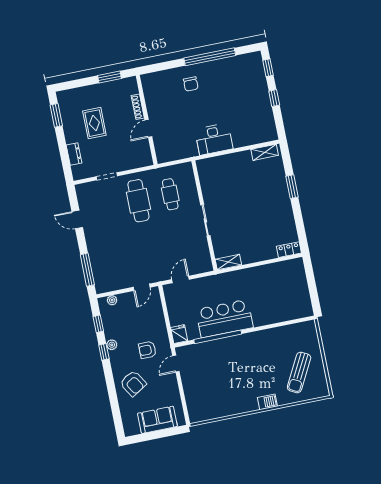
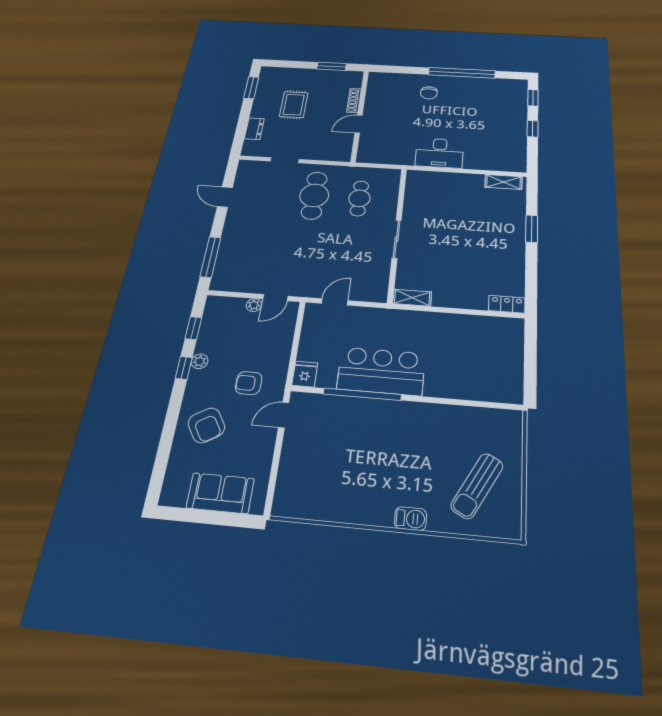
plant: (112, 300) -> (254, 305), moved

